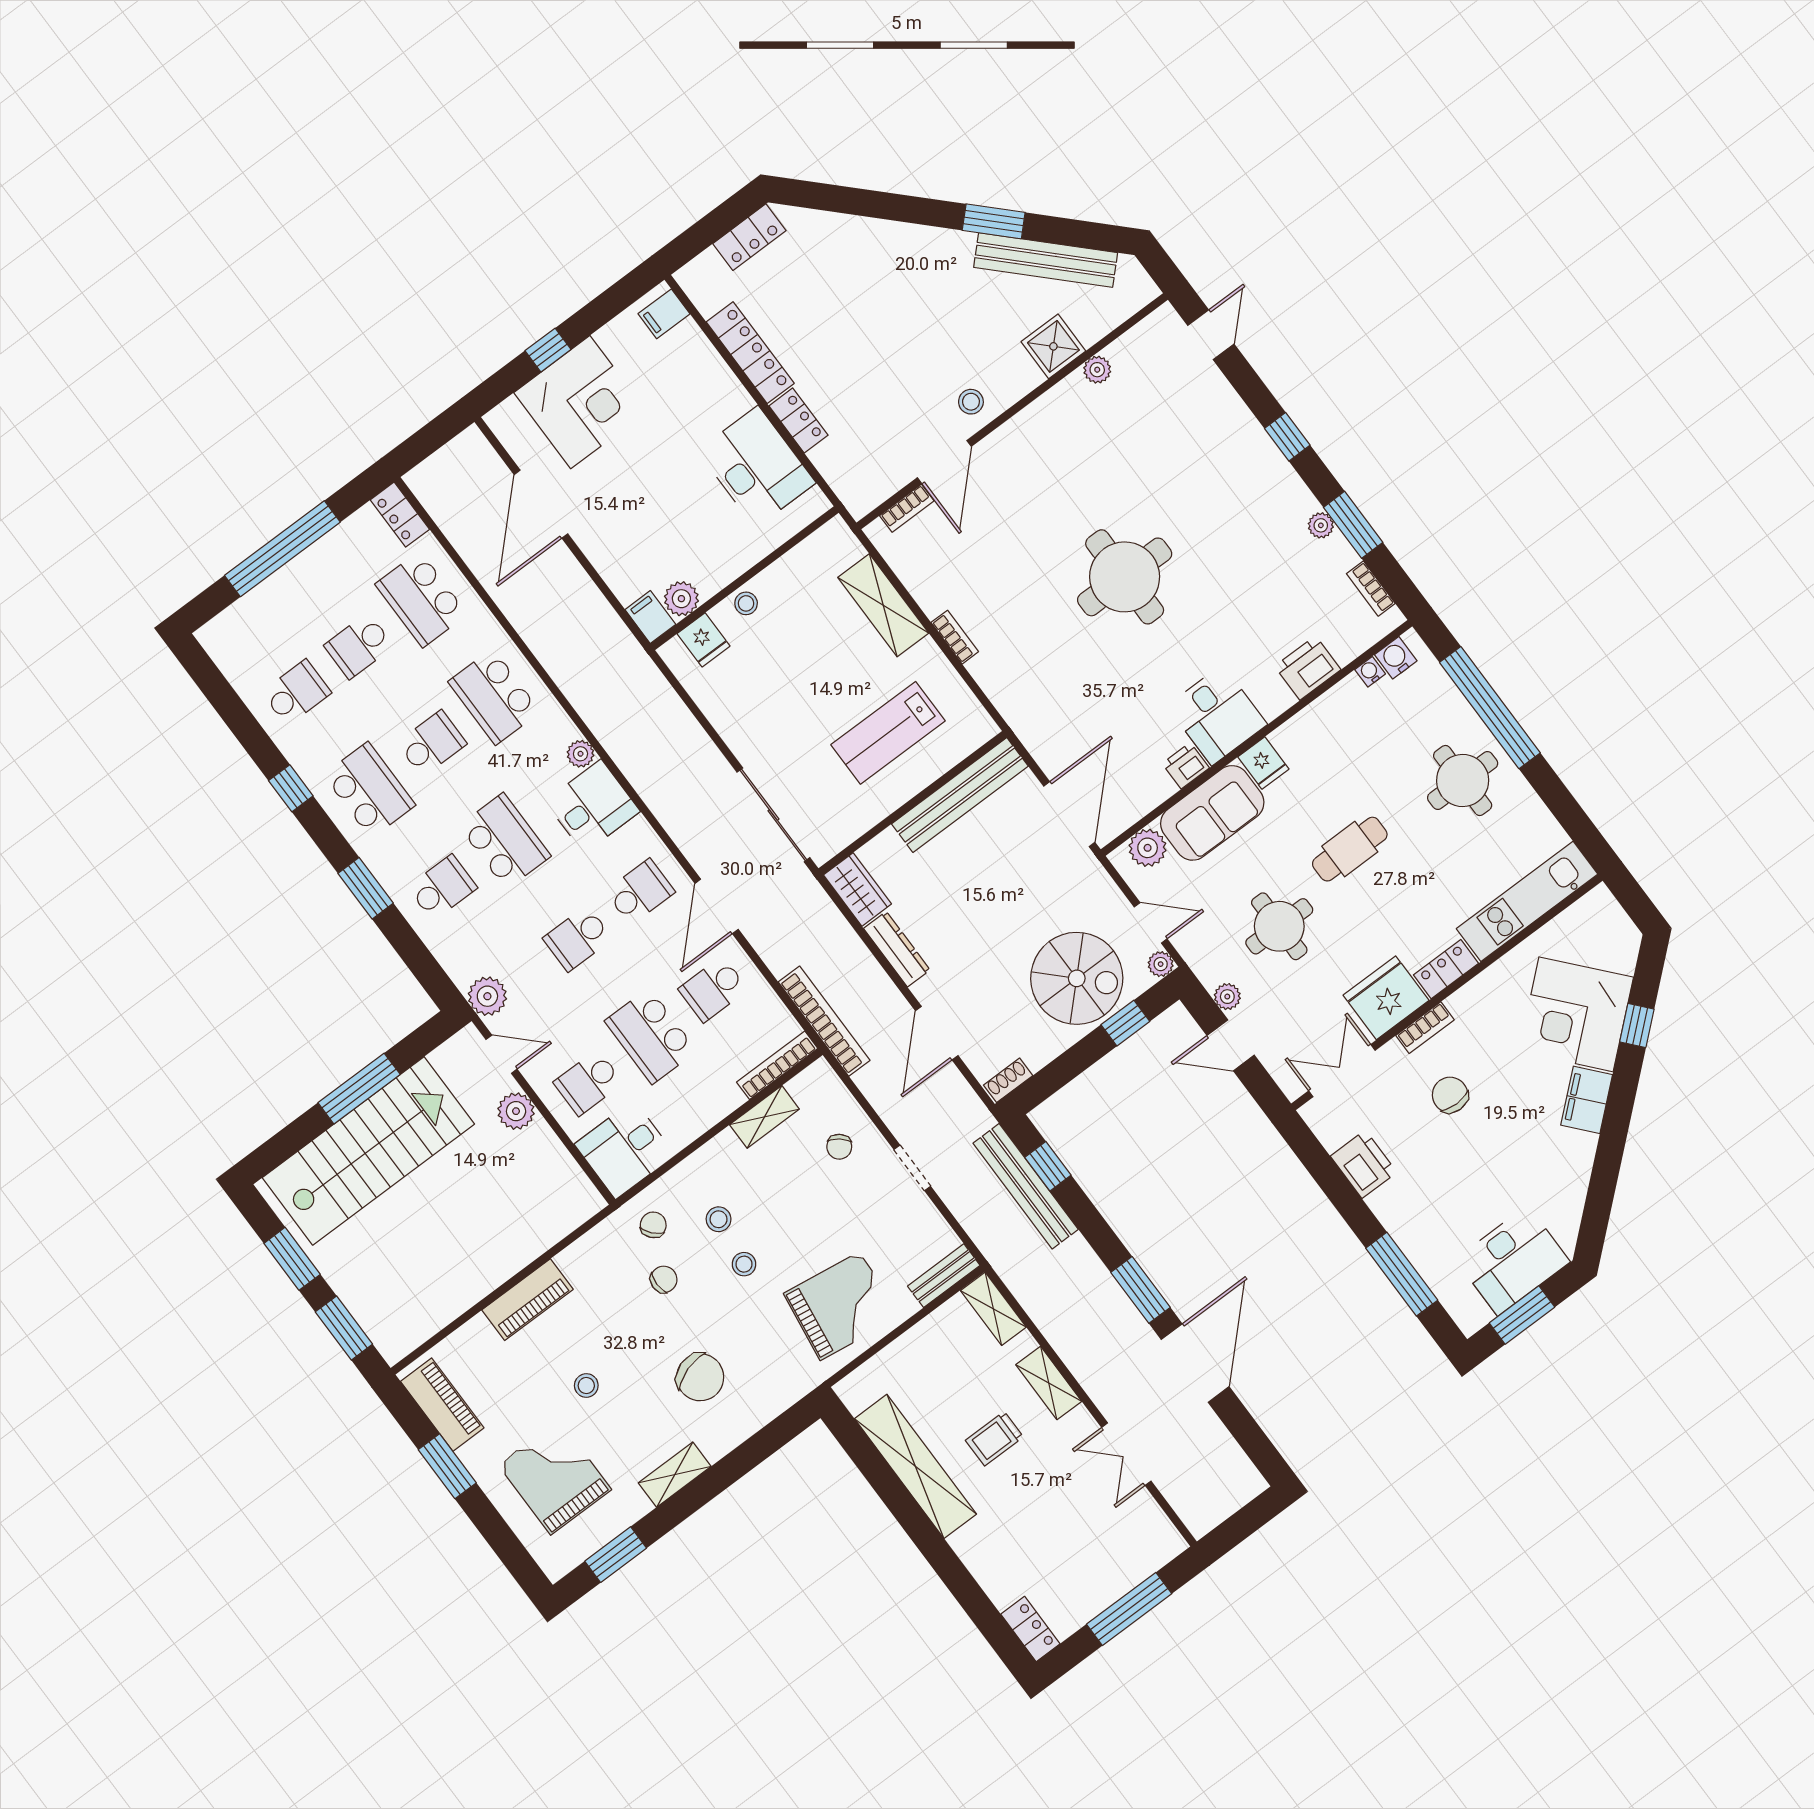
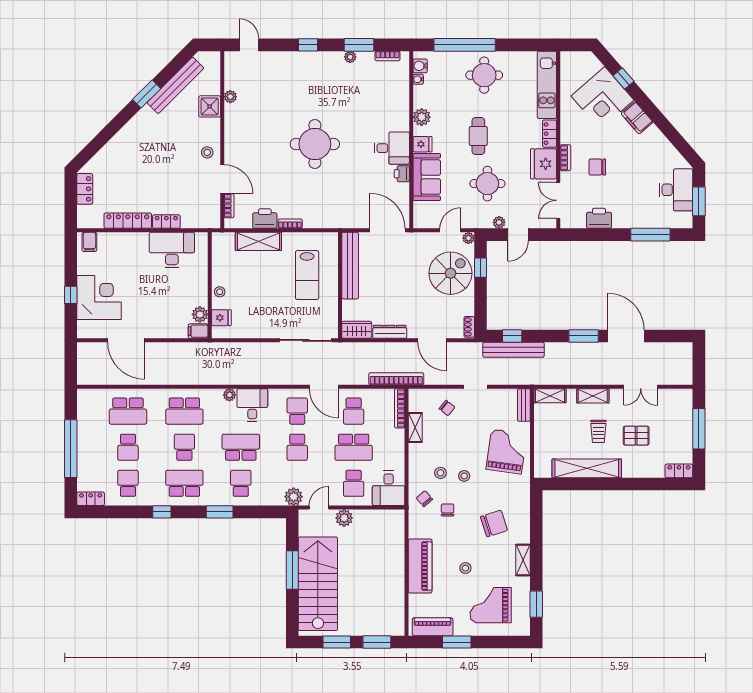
locker: (400, 515) -> (91, 499), moved, turned 180
printer: (1308, 668) -> (265, 219), moved, turned 90
plant: (1148, 848) -> (422, 117), moved
piano: (528, 1300) -> (420, 566), width x1.37, depth x1.33
pallet: (1036, 1509) -> (636, 436), added

